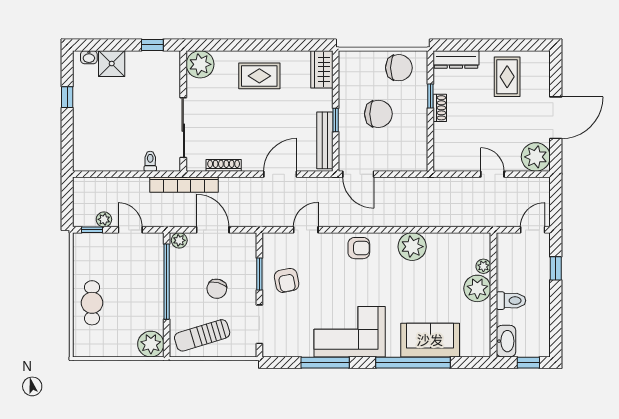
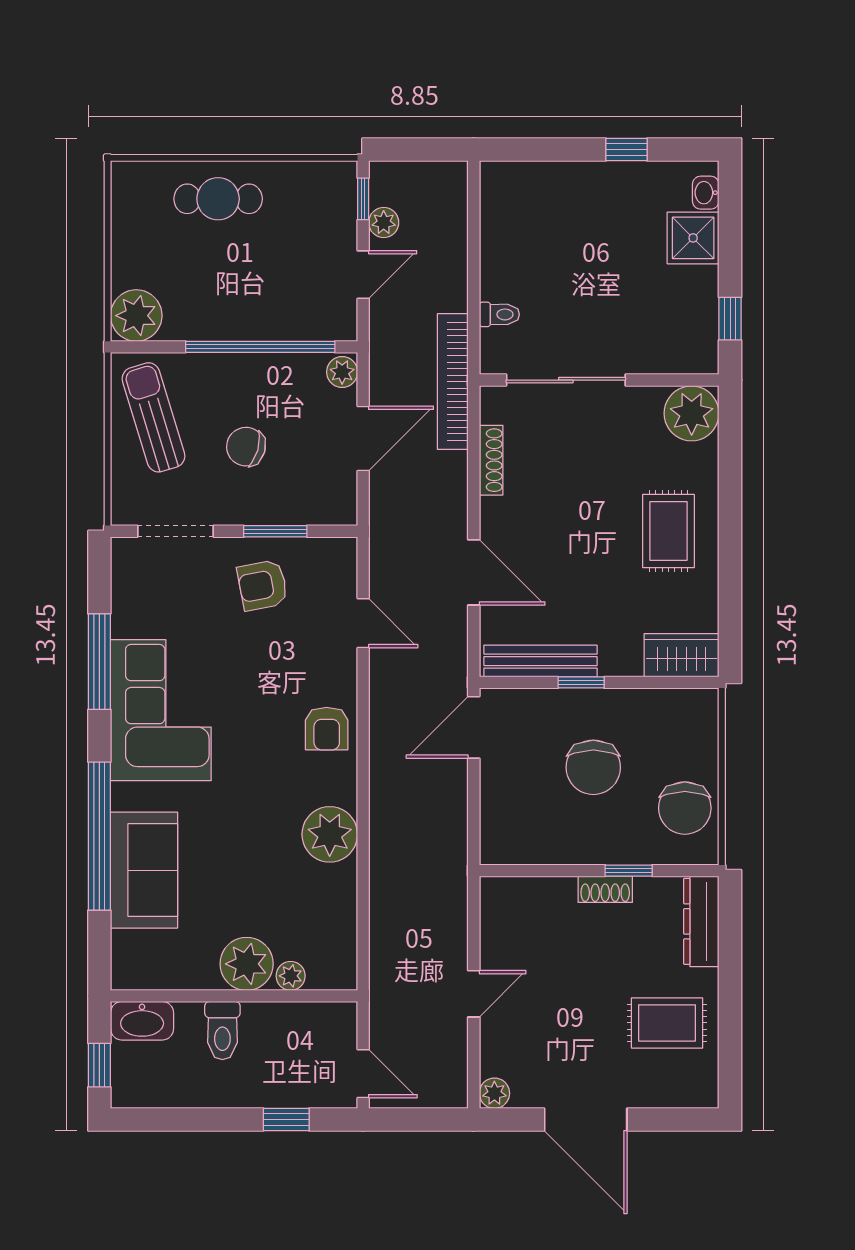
plant: (536, 157) -> (494, 1093), width x0.53, depth x0.53

